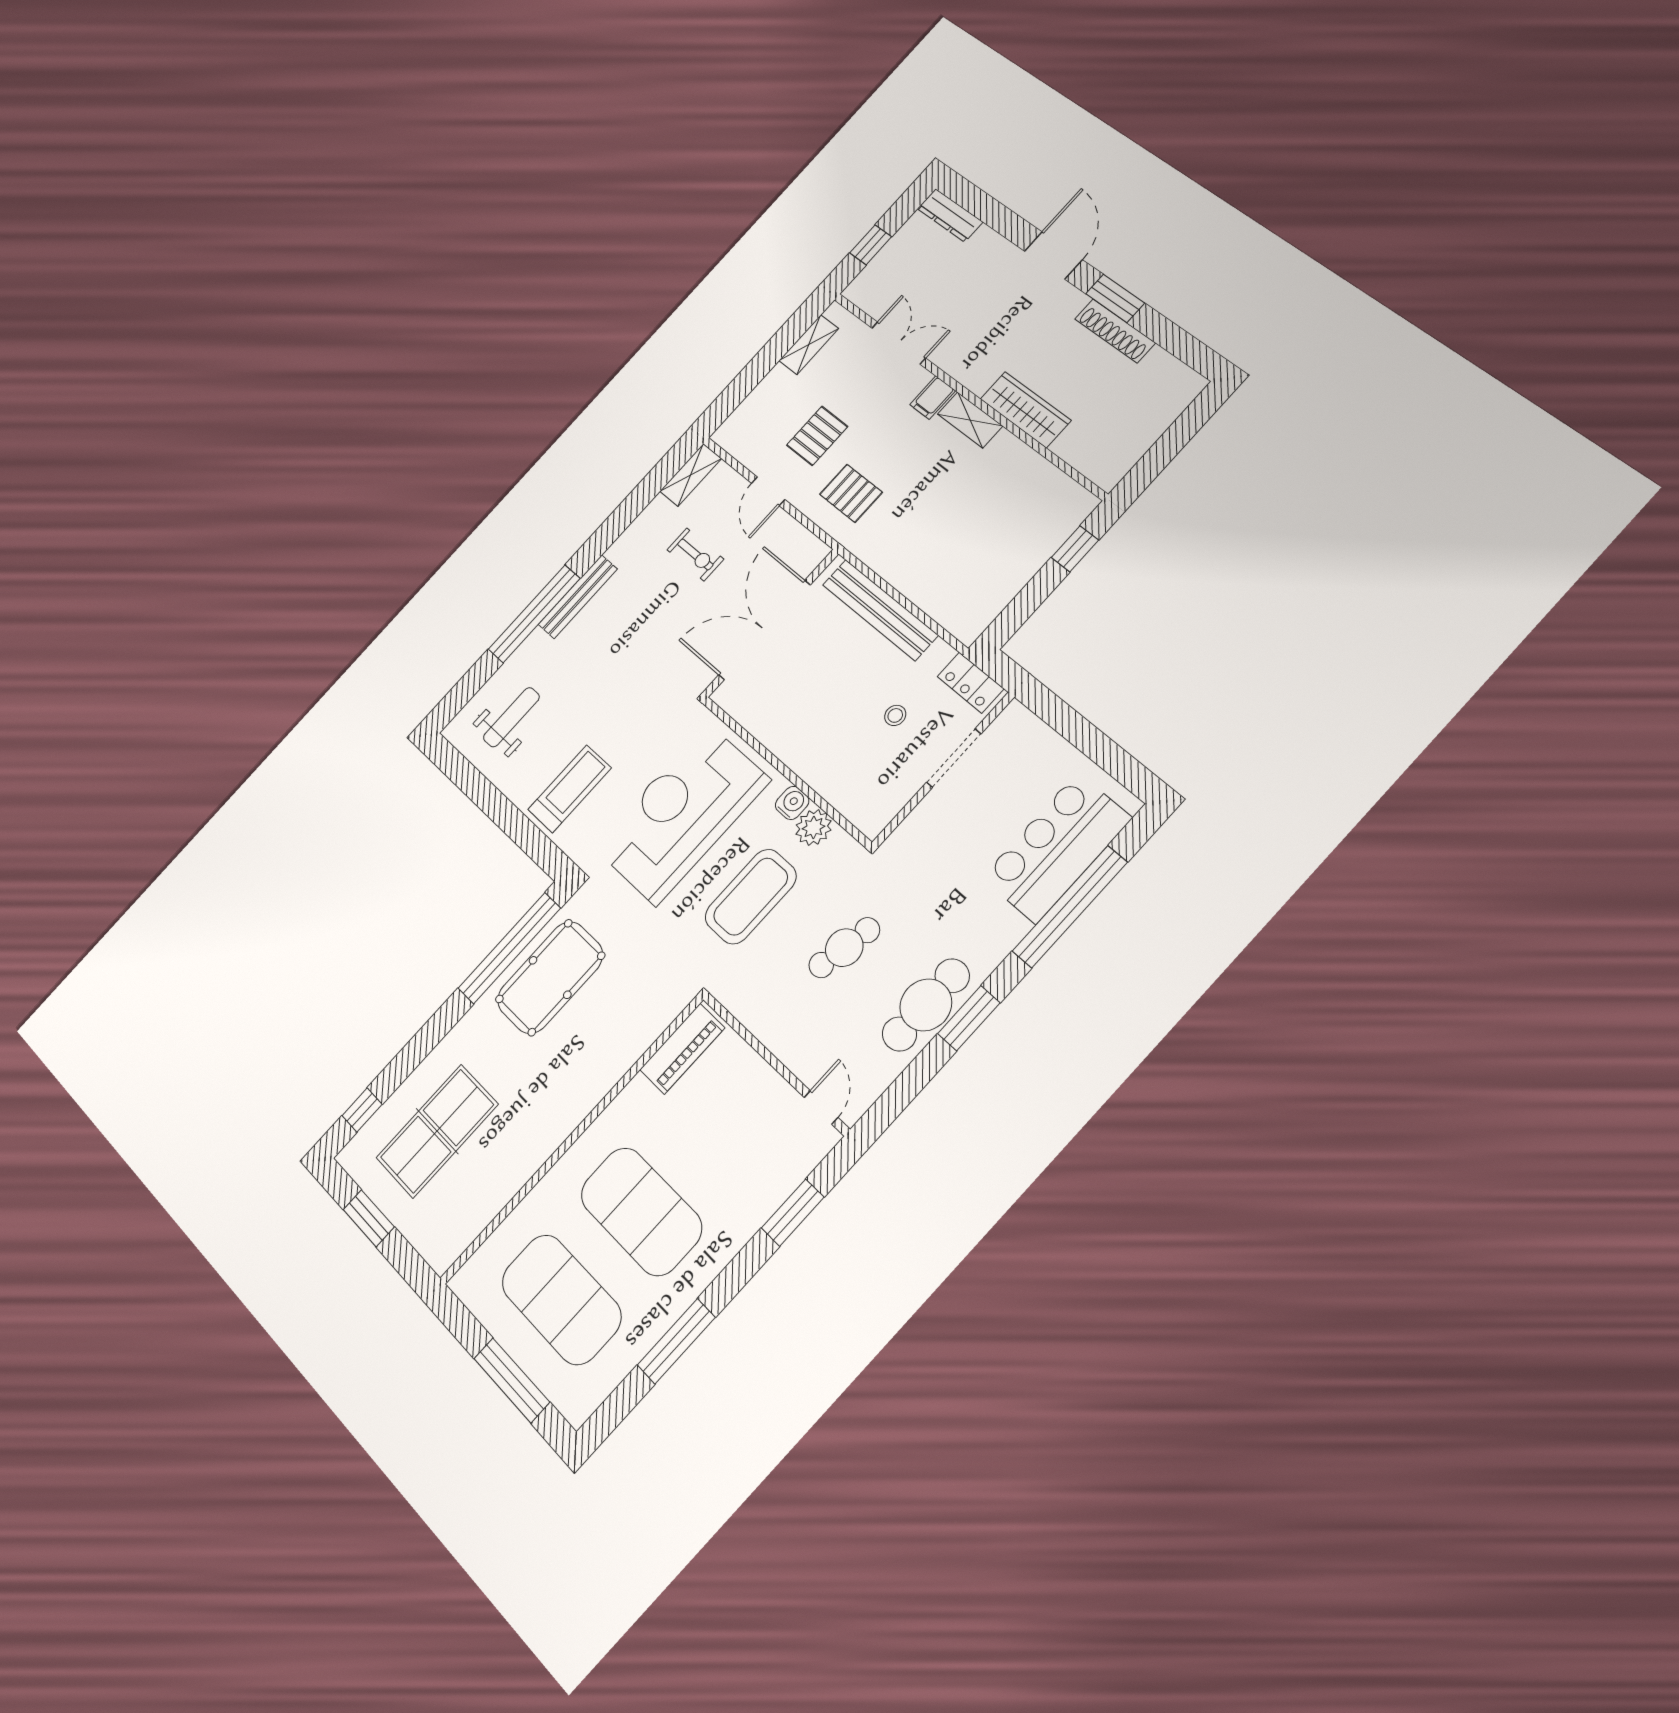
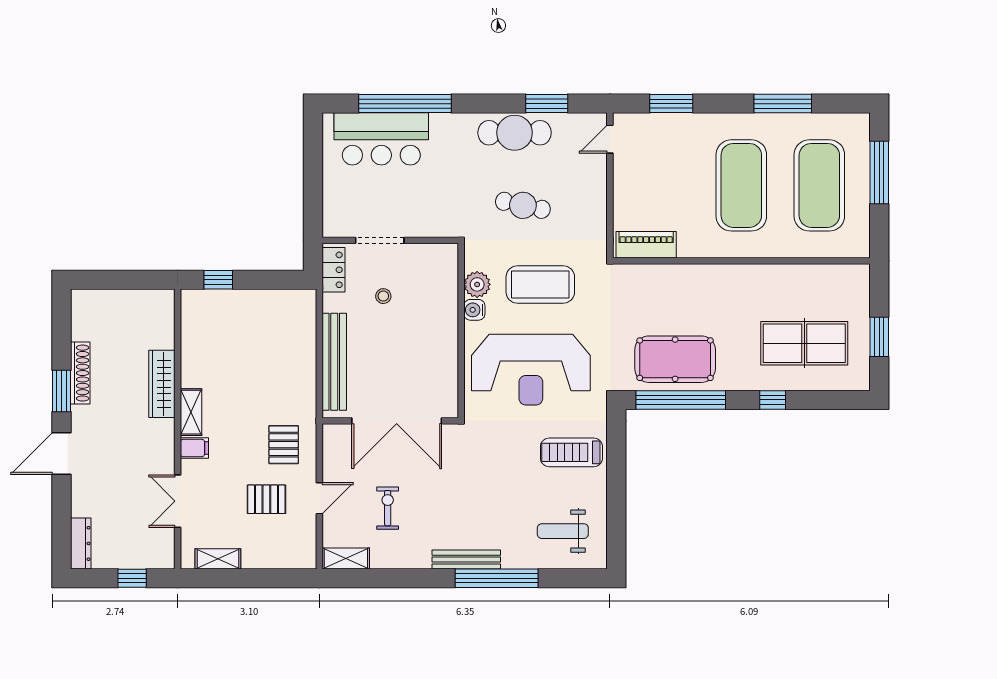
window: (969, 1018) -> (547, 104), moved
window: (362, 1110) -> (773, 400), moved

